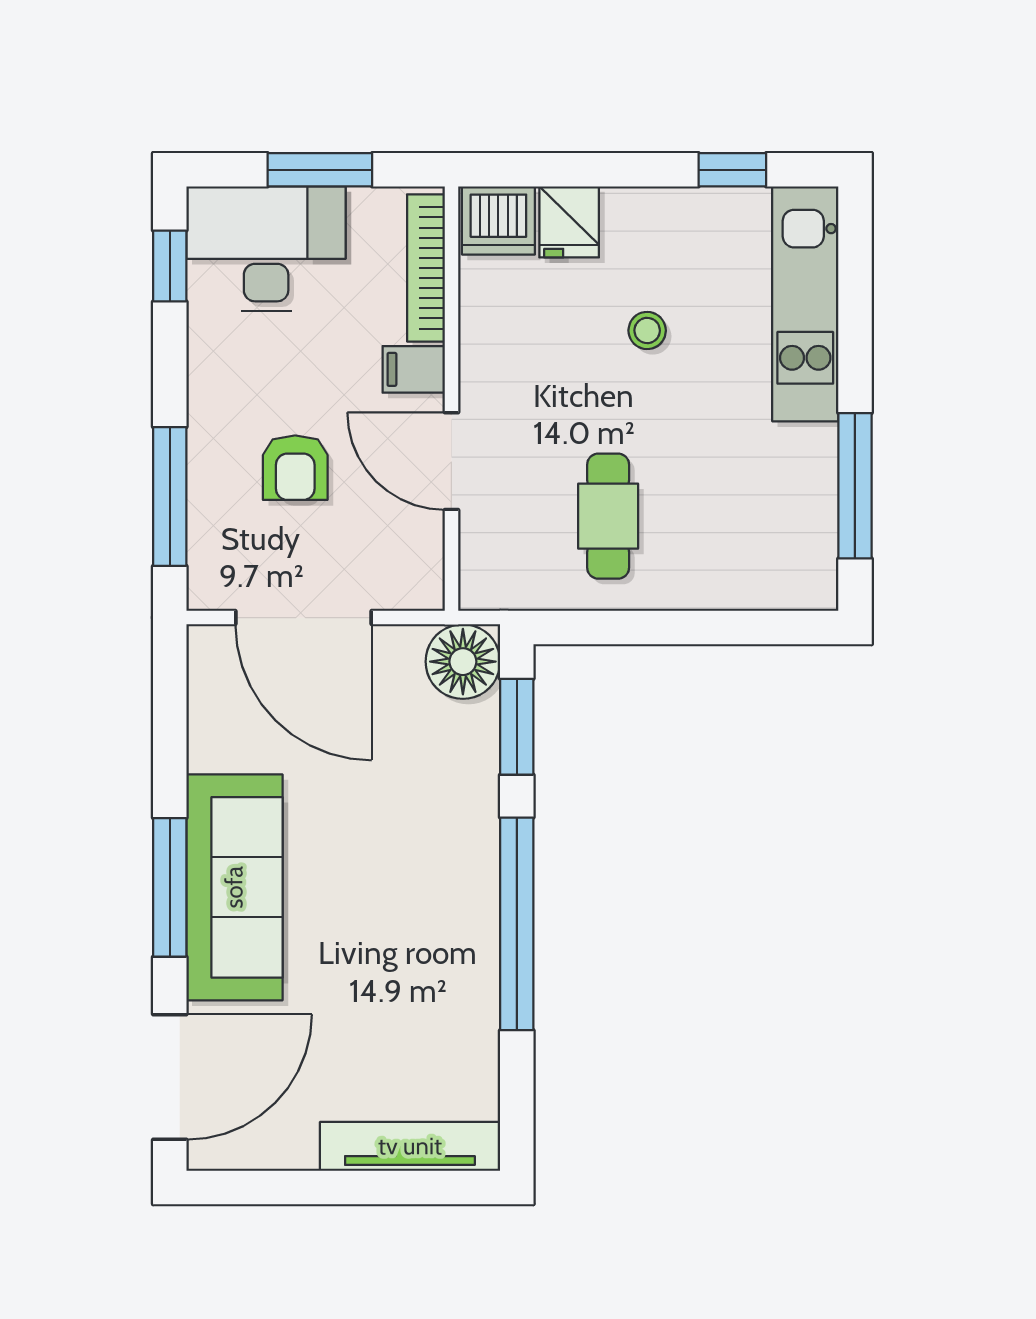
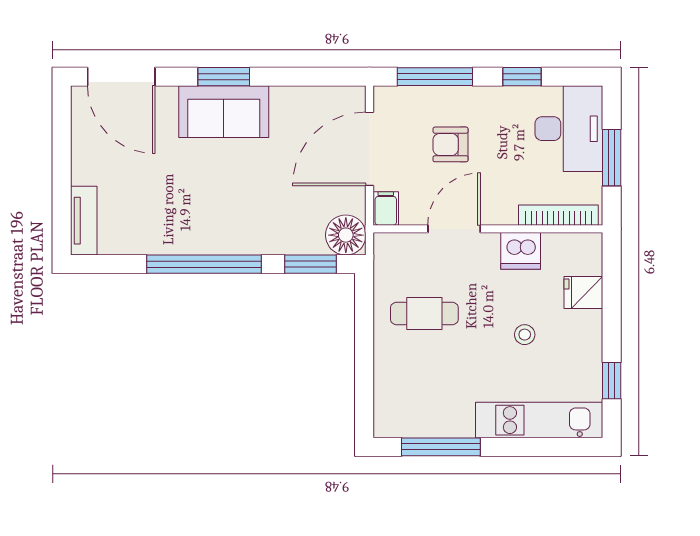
dishwasher: (498, 220) -> (521, 251), moved, turned -90
window: (170, 266) -> (522, 77), moved
filing cabinet: (414, 369) -> (386, 208), moved
window: (170, 887) -> (224, 77), width x0.69
sofa: (234, 887) -> (224, 112), width x0.73
tv unit: (410, 1146) -> (84, 221), width x0.71

